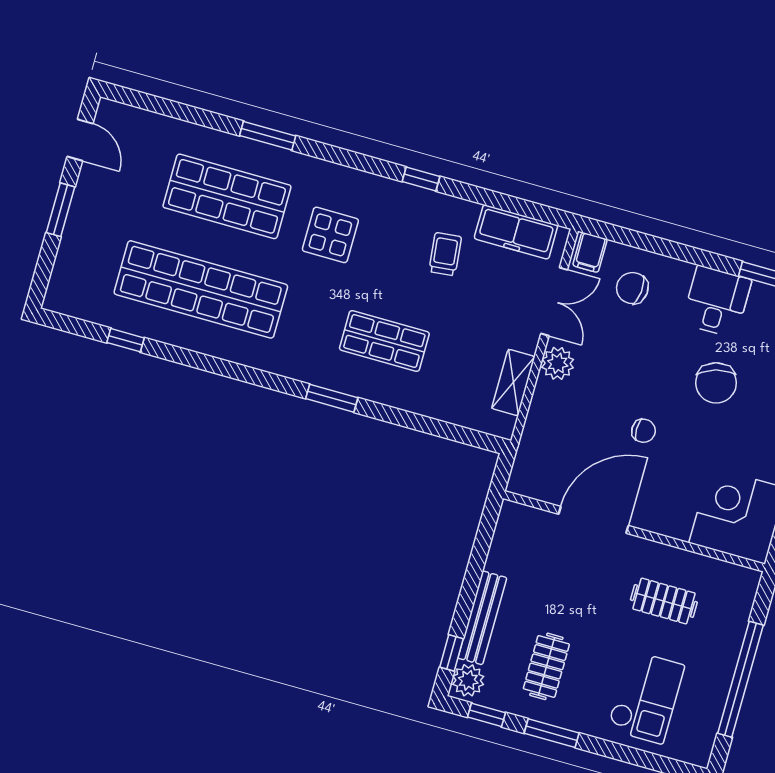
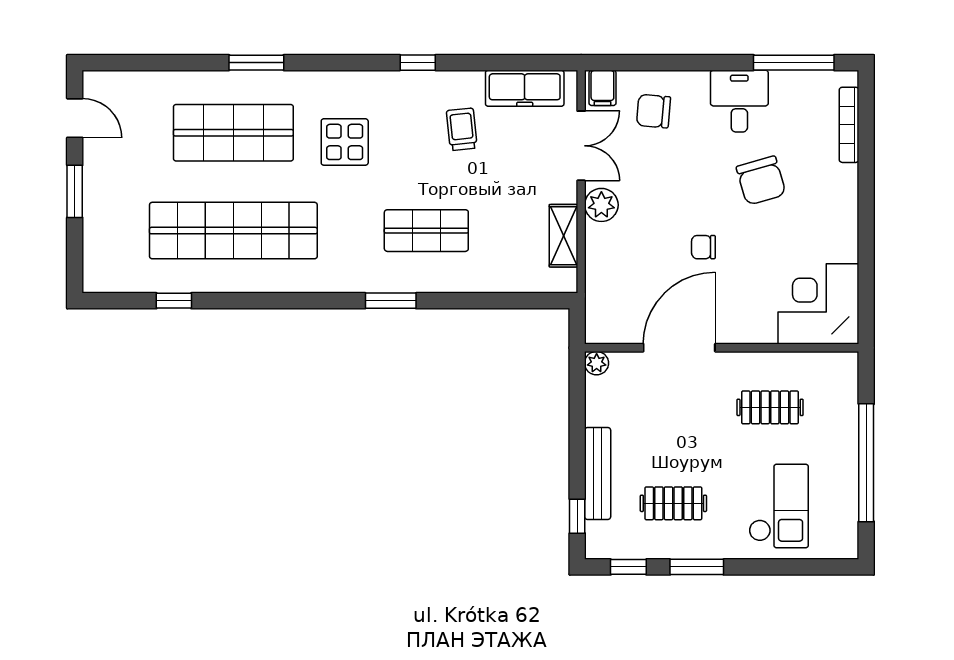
chair: (643, 431) -> (703, 247), turned 180
clothes rail: (546, 666) -> (673, 503), turned 90
plant: (468, 680) -> (597, 363), moved, width x0.73, depth x0.73

